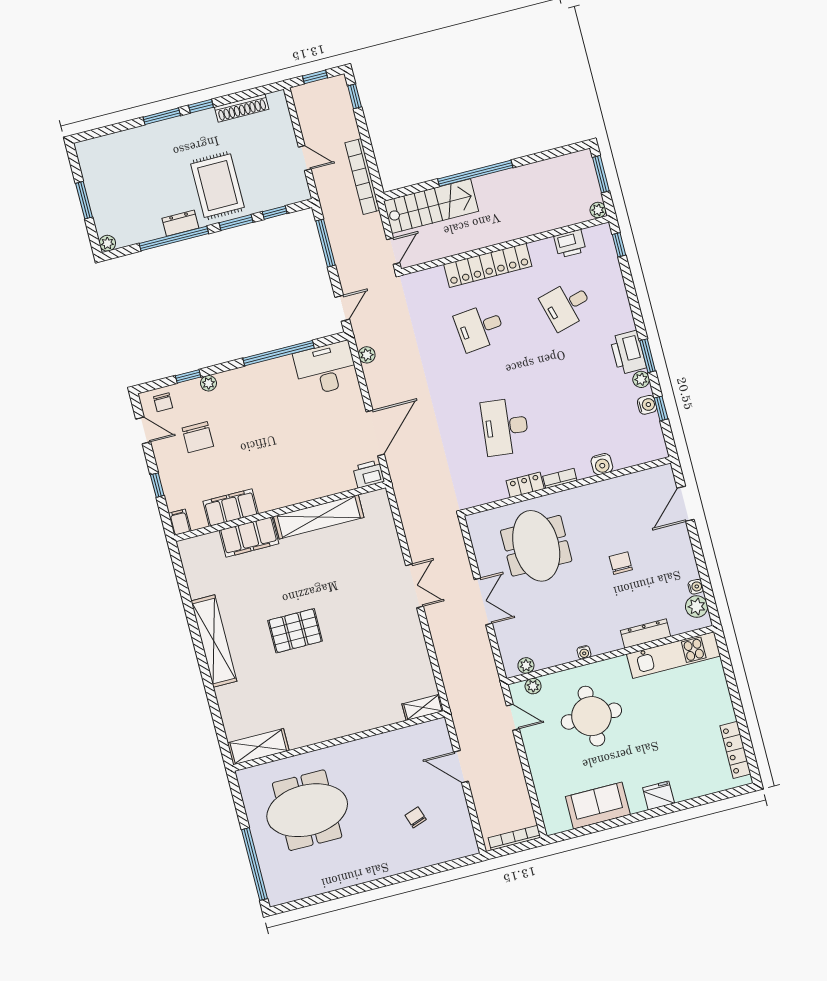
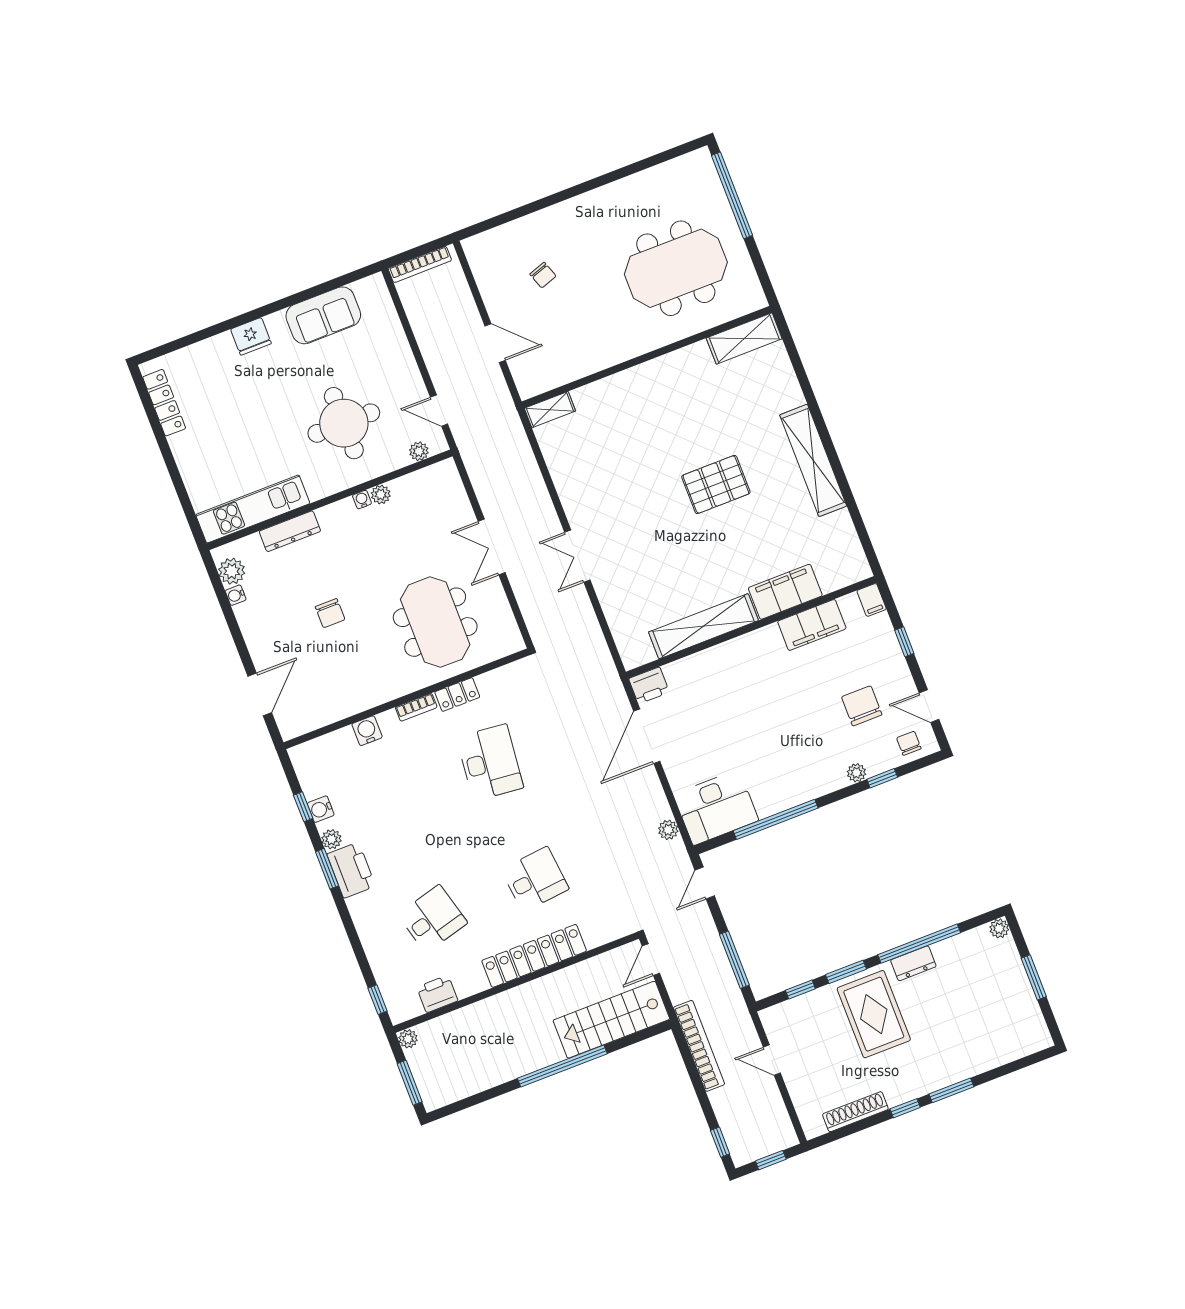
plant: (526, 665) -> (381, 494), moved

